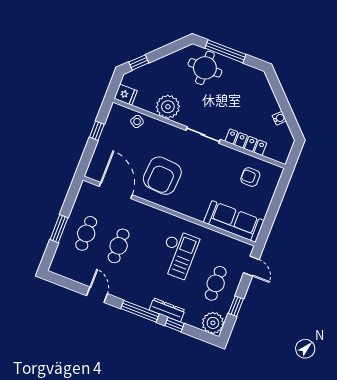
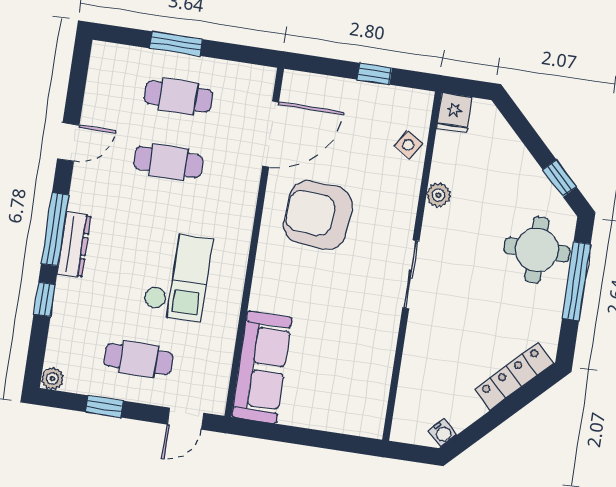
window: (139, 62) -> (560, 178), moved
plant: (168, 107) -> (438, 195), width x0.53, depth x0.53
water cooler: (279, 118) -> (443, 433), moved
locker: (246, 142) -> (514, 376), moved, turned -135
armchair: (250, 177) -> (352, 380), removed
checkout: (178, 254) -> (178, 276), turned -90
dresser: (167, 310) -> (74, 245), moved
plant: (213, 323) -> (52, 379), width x0.53, depth x0.53

